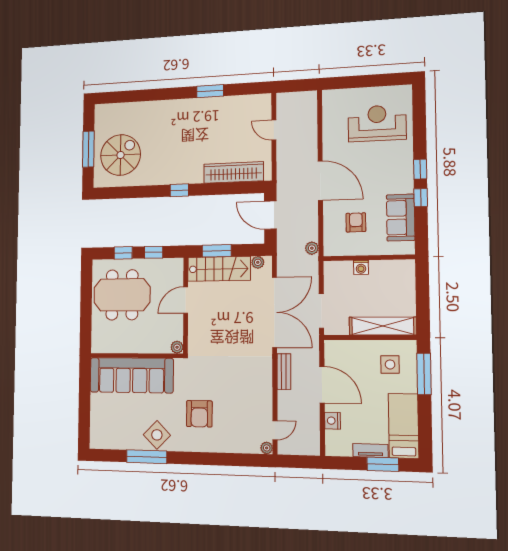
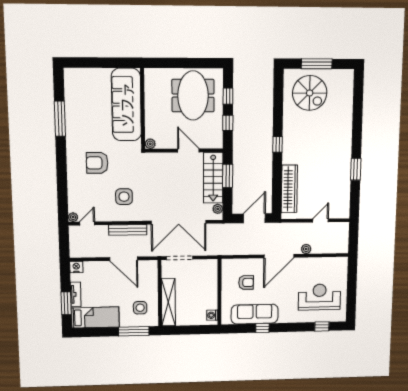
reception desk: (377, 123) -> (319, 297), turned -90
window: (420, 169) -> (322, 326), moved
sofa: (401, 218) -> (255, 314), width x1.36
plant: (312, 248) -> (306, 249), moved
washing machine: (361, 267) -> (212, 315), moved
bench: (284, 372) -> (128, 230), width x1.36
door: (322, 385) -> (124, 259), hinge flipped
nightstand: (332, 421) -> (76, 267), moved
door: (275, 430) -> (87, 223), swing flipped
side table: (157, 435) -> (124, 197), moved, turned 45

